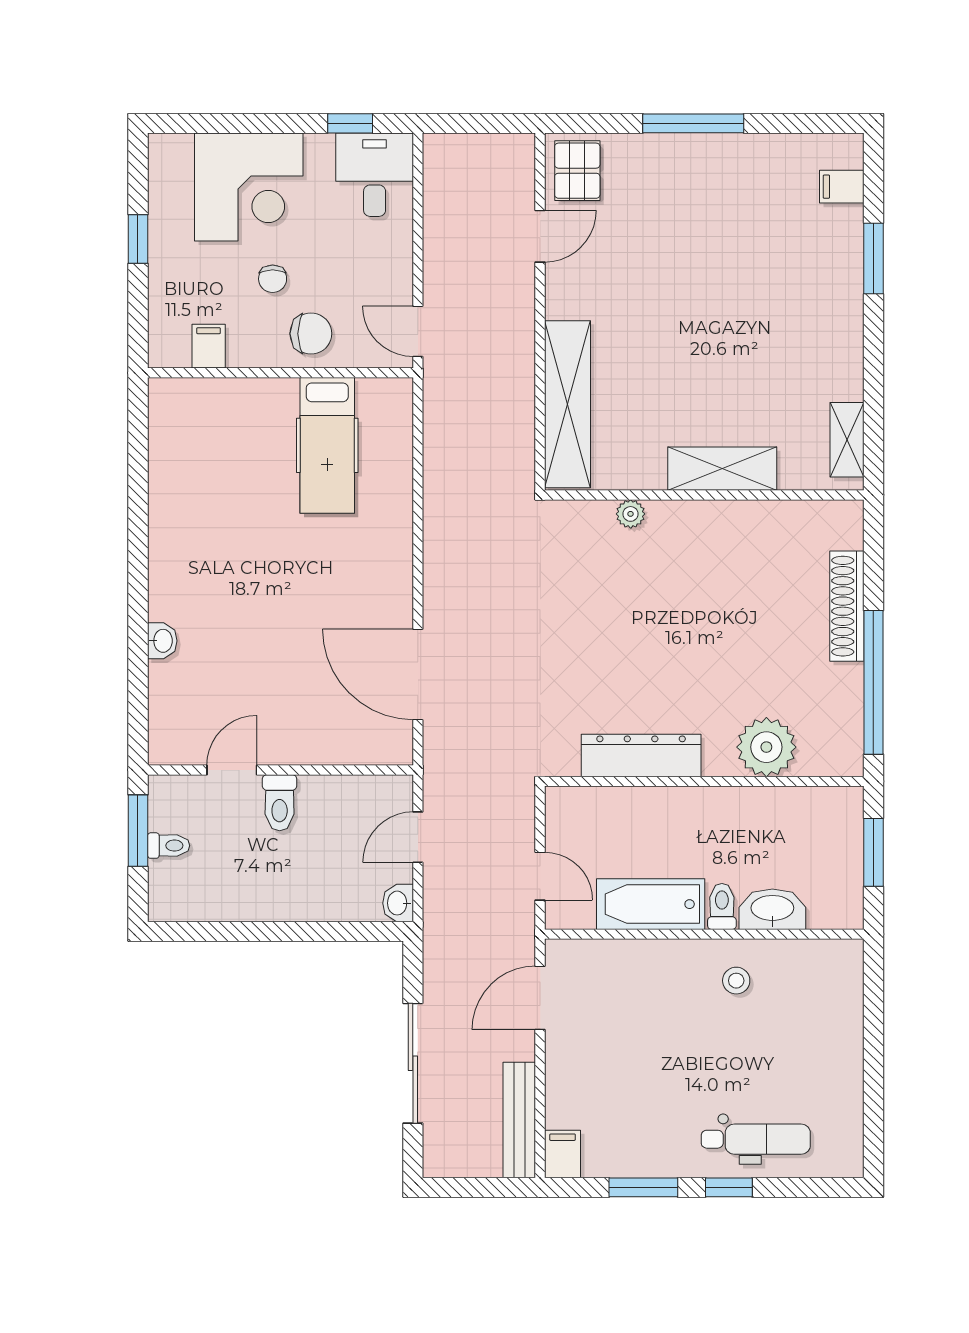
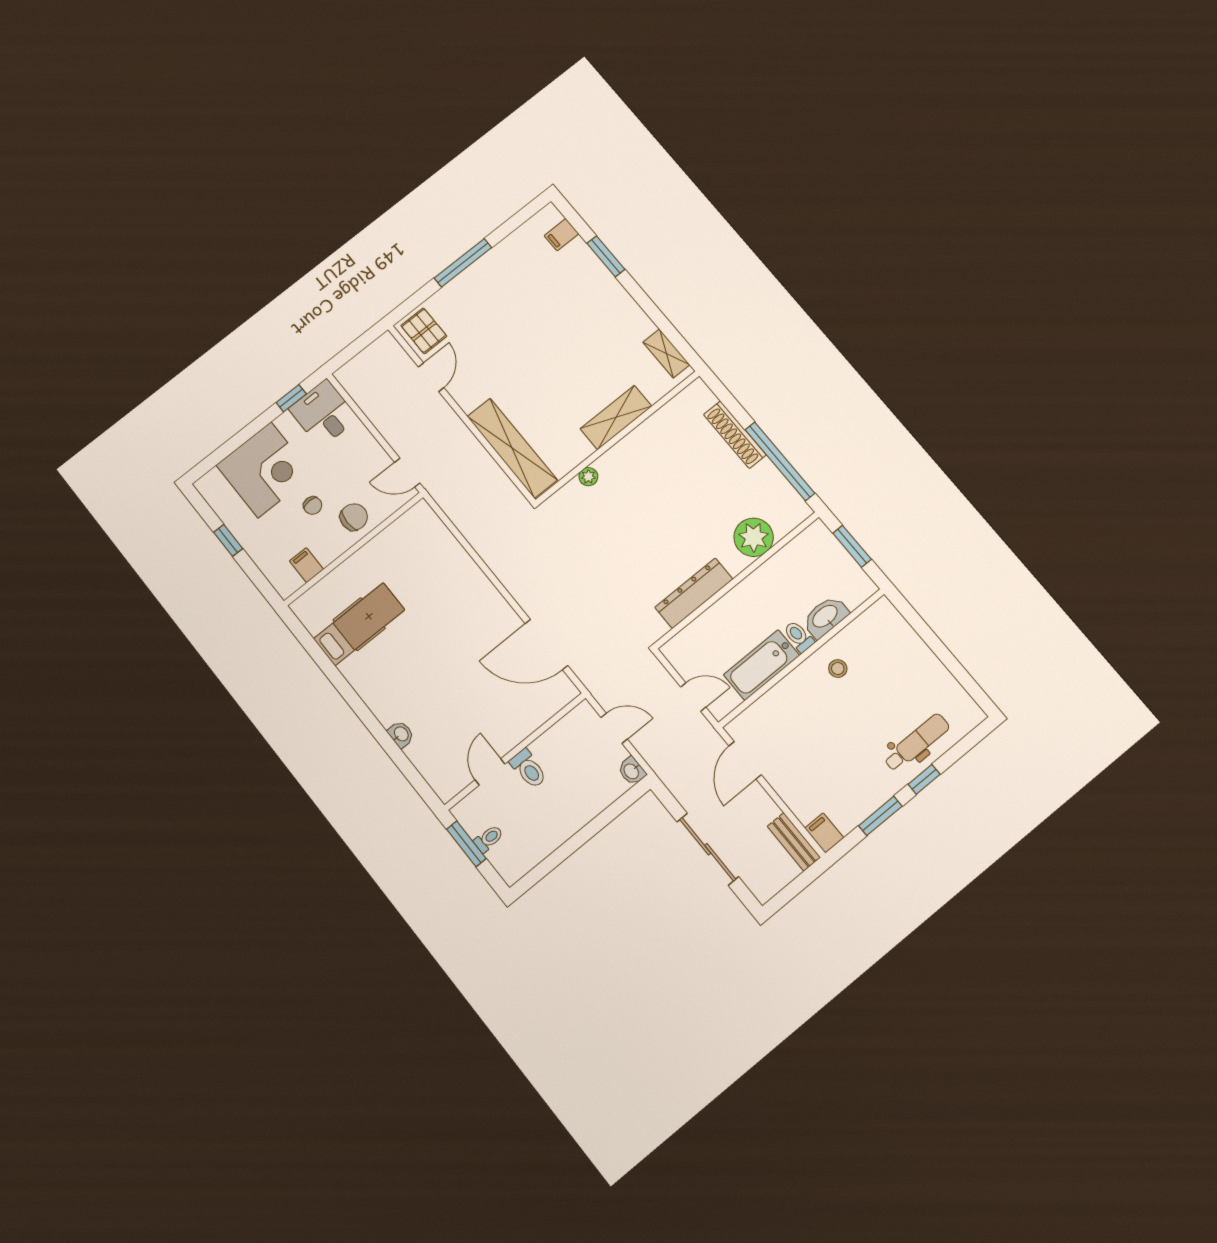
hospital bed: (327, 445) -> (359, 624), moved, turned -90
door: (418, 837) -> (614, 728), swing flipped
bench: (519, 1120) -> (794, 842), width x0.73

